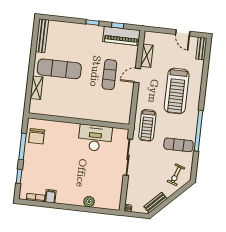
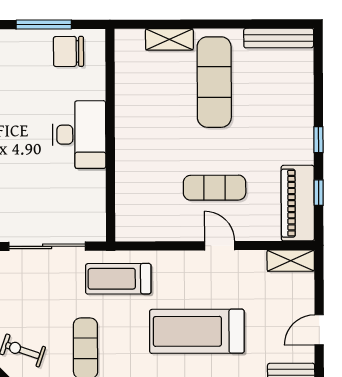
shelving: (147, 56) -> (291, 261), moved
desk: (95, 138) -> (79, 135), moved

